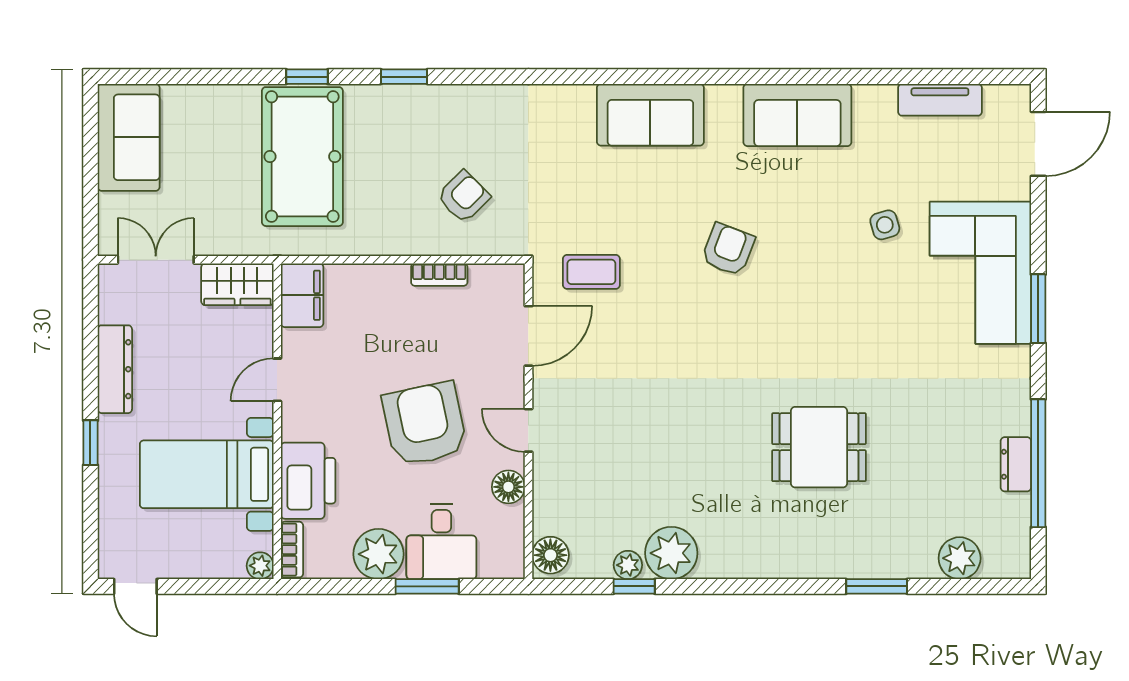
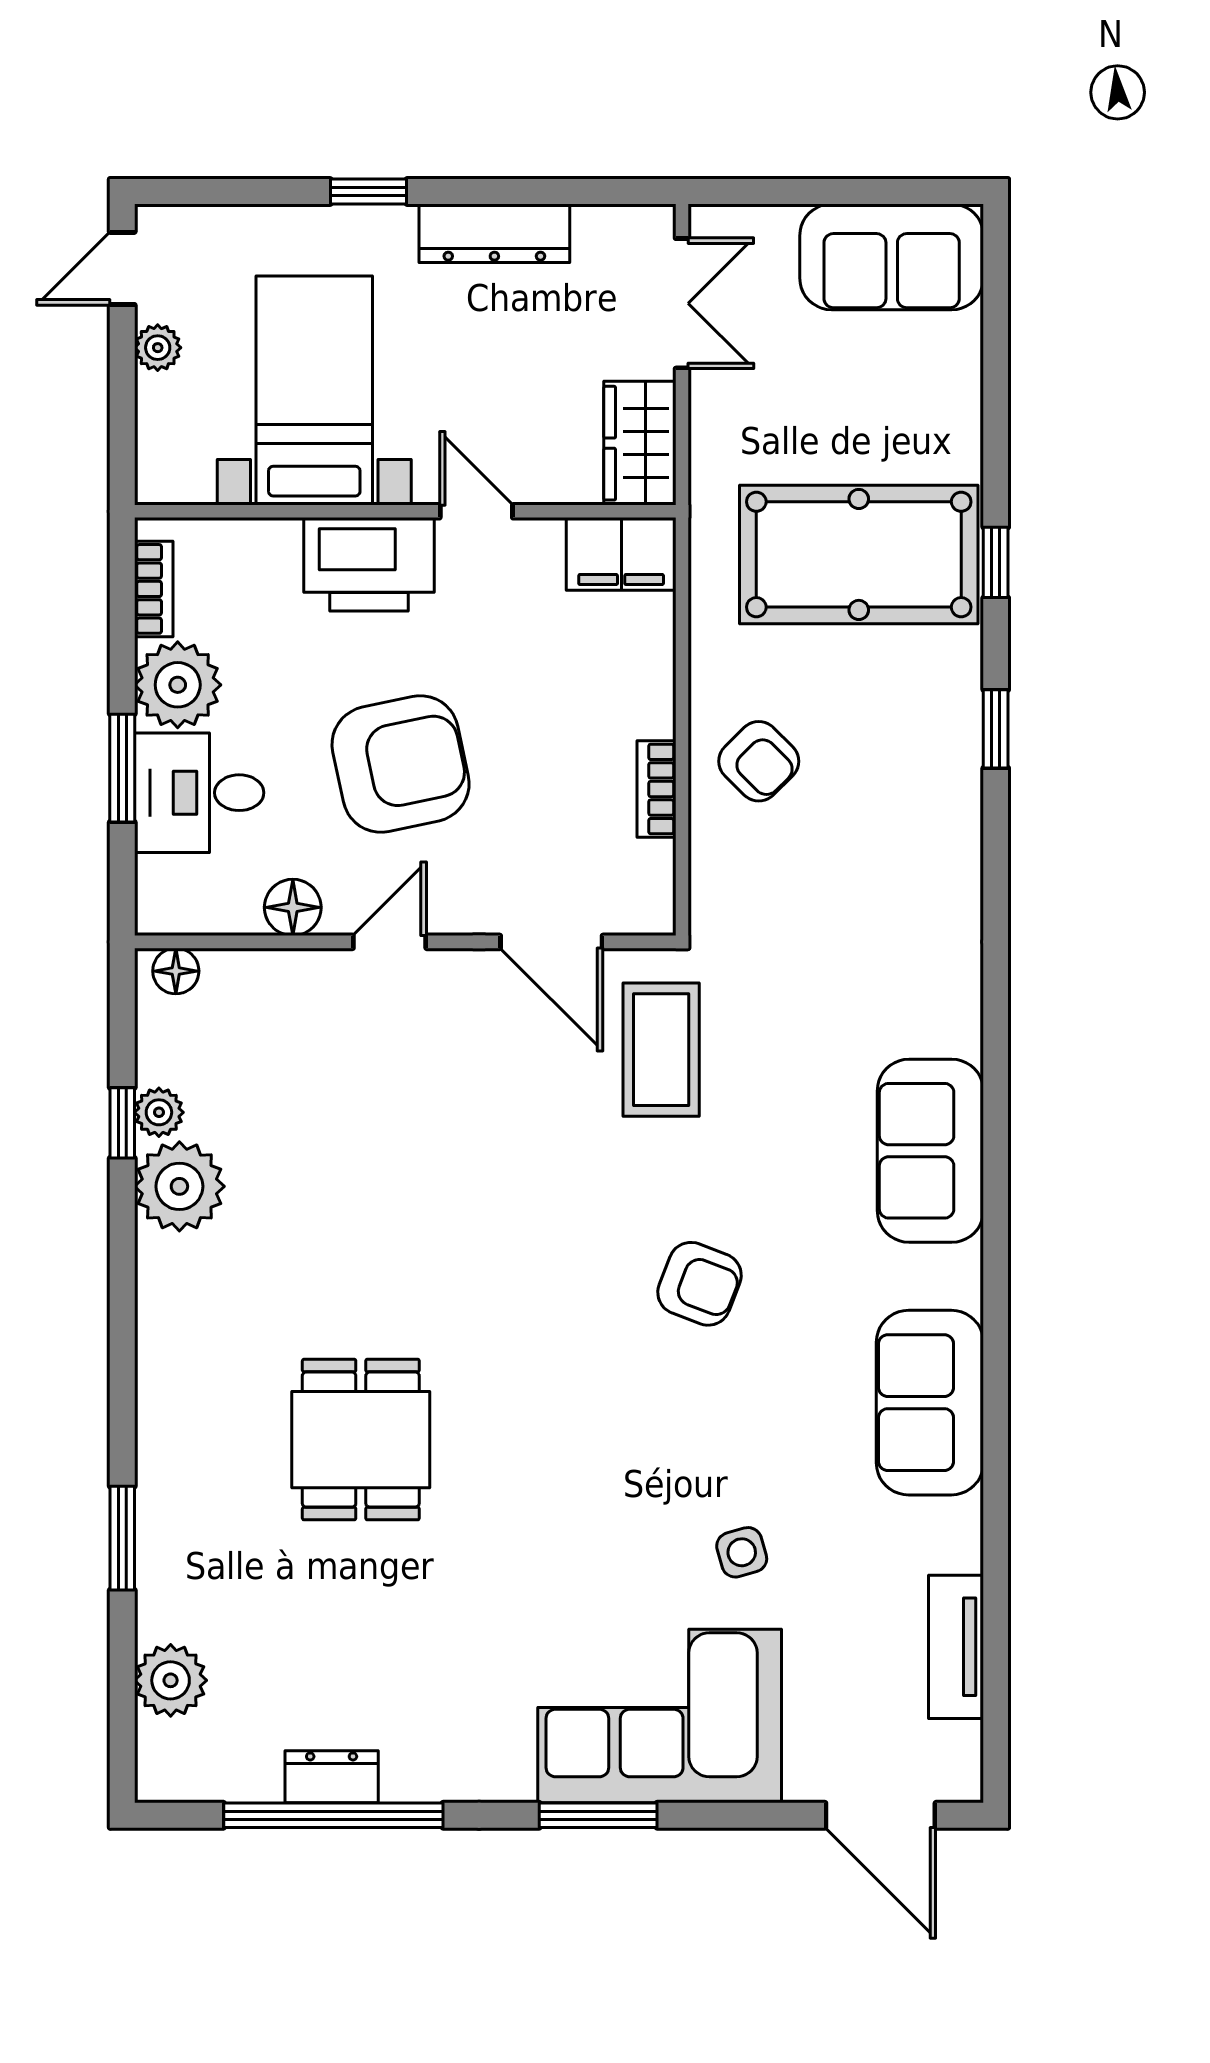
armchair: (464, 197) -> (759, 761), moved
coffee table: (591, 272) -> (661, 1050), width x1.36, depth x1.30
printer: (308, 481) -> (369, 564), moved
bookcase: (292, 550) -> (154, 589), moved, turned -90
floor lamp: (550, 555) -> (176, 971), width x0.73, depth x0.73
plant: (260, 566) -> (158, 348), moved

